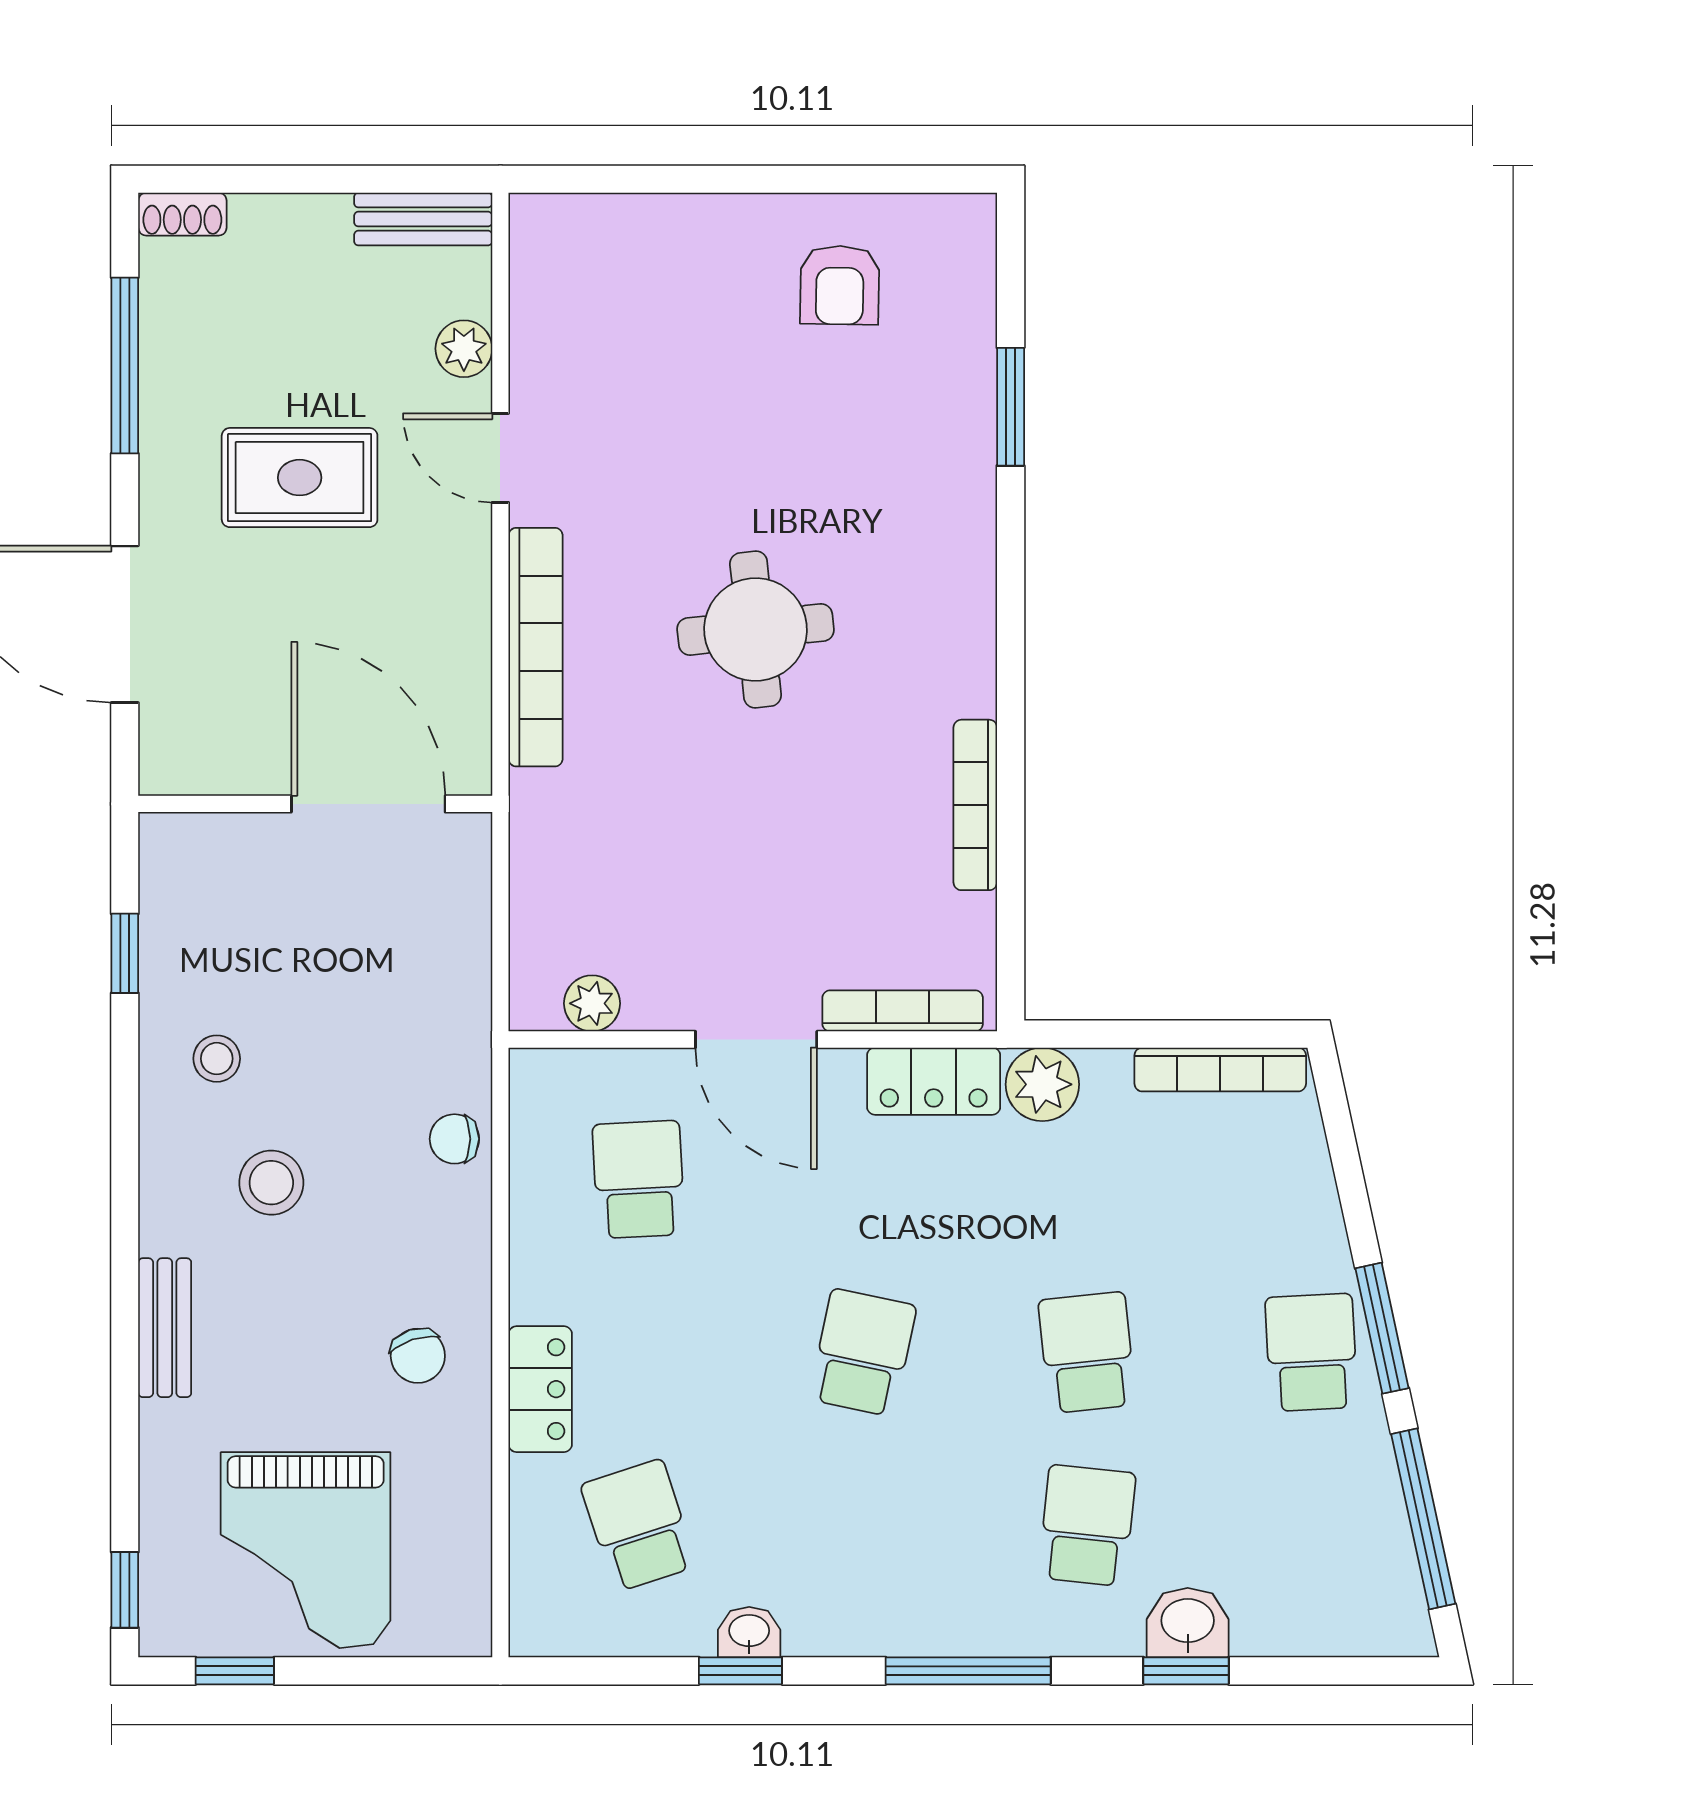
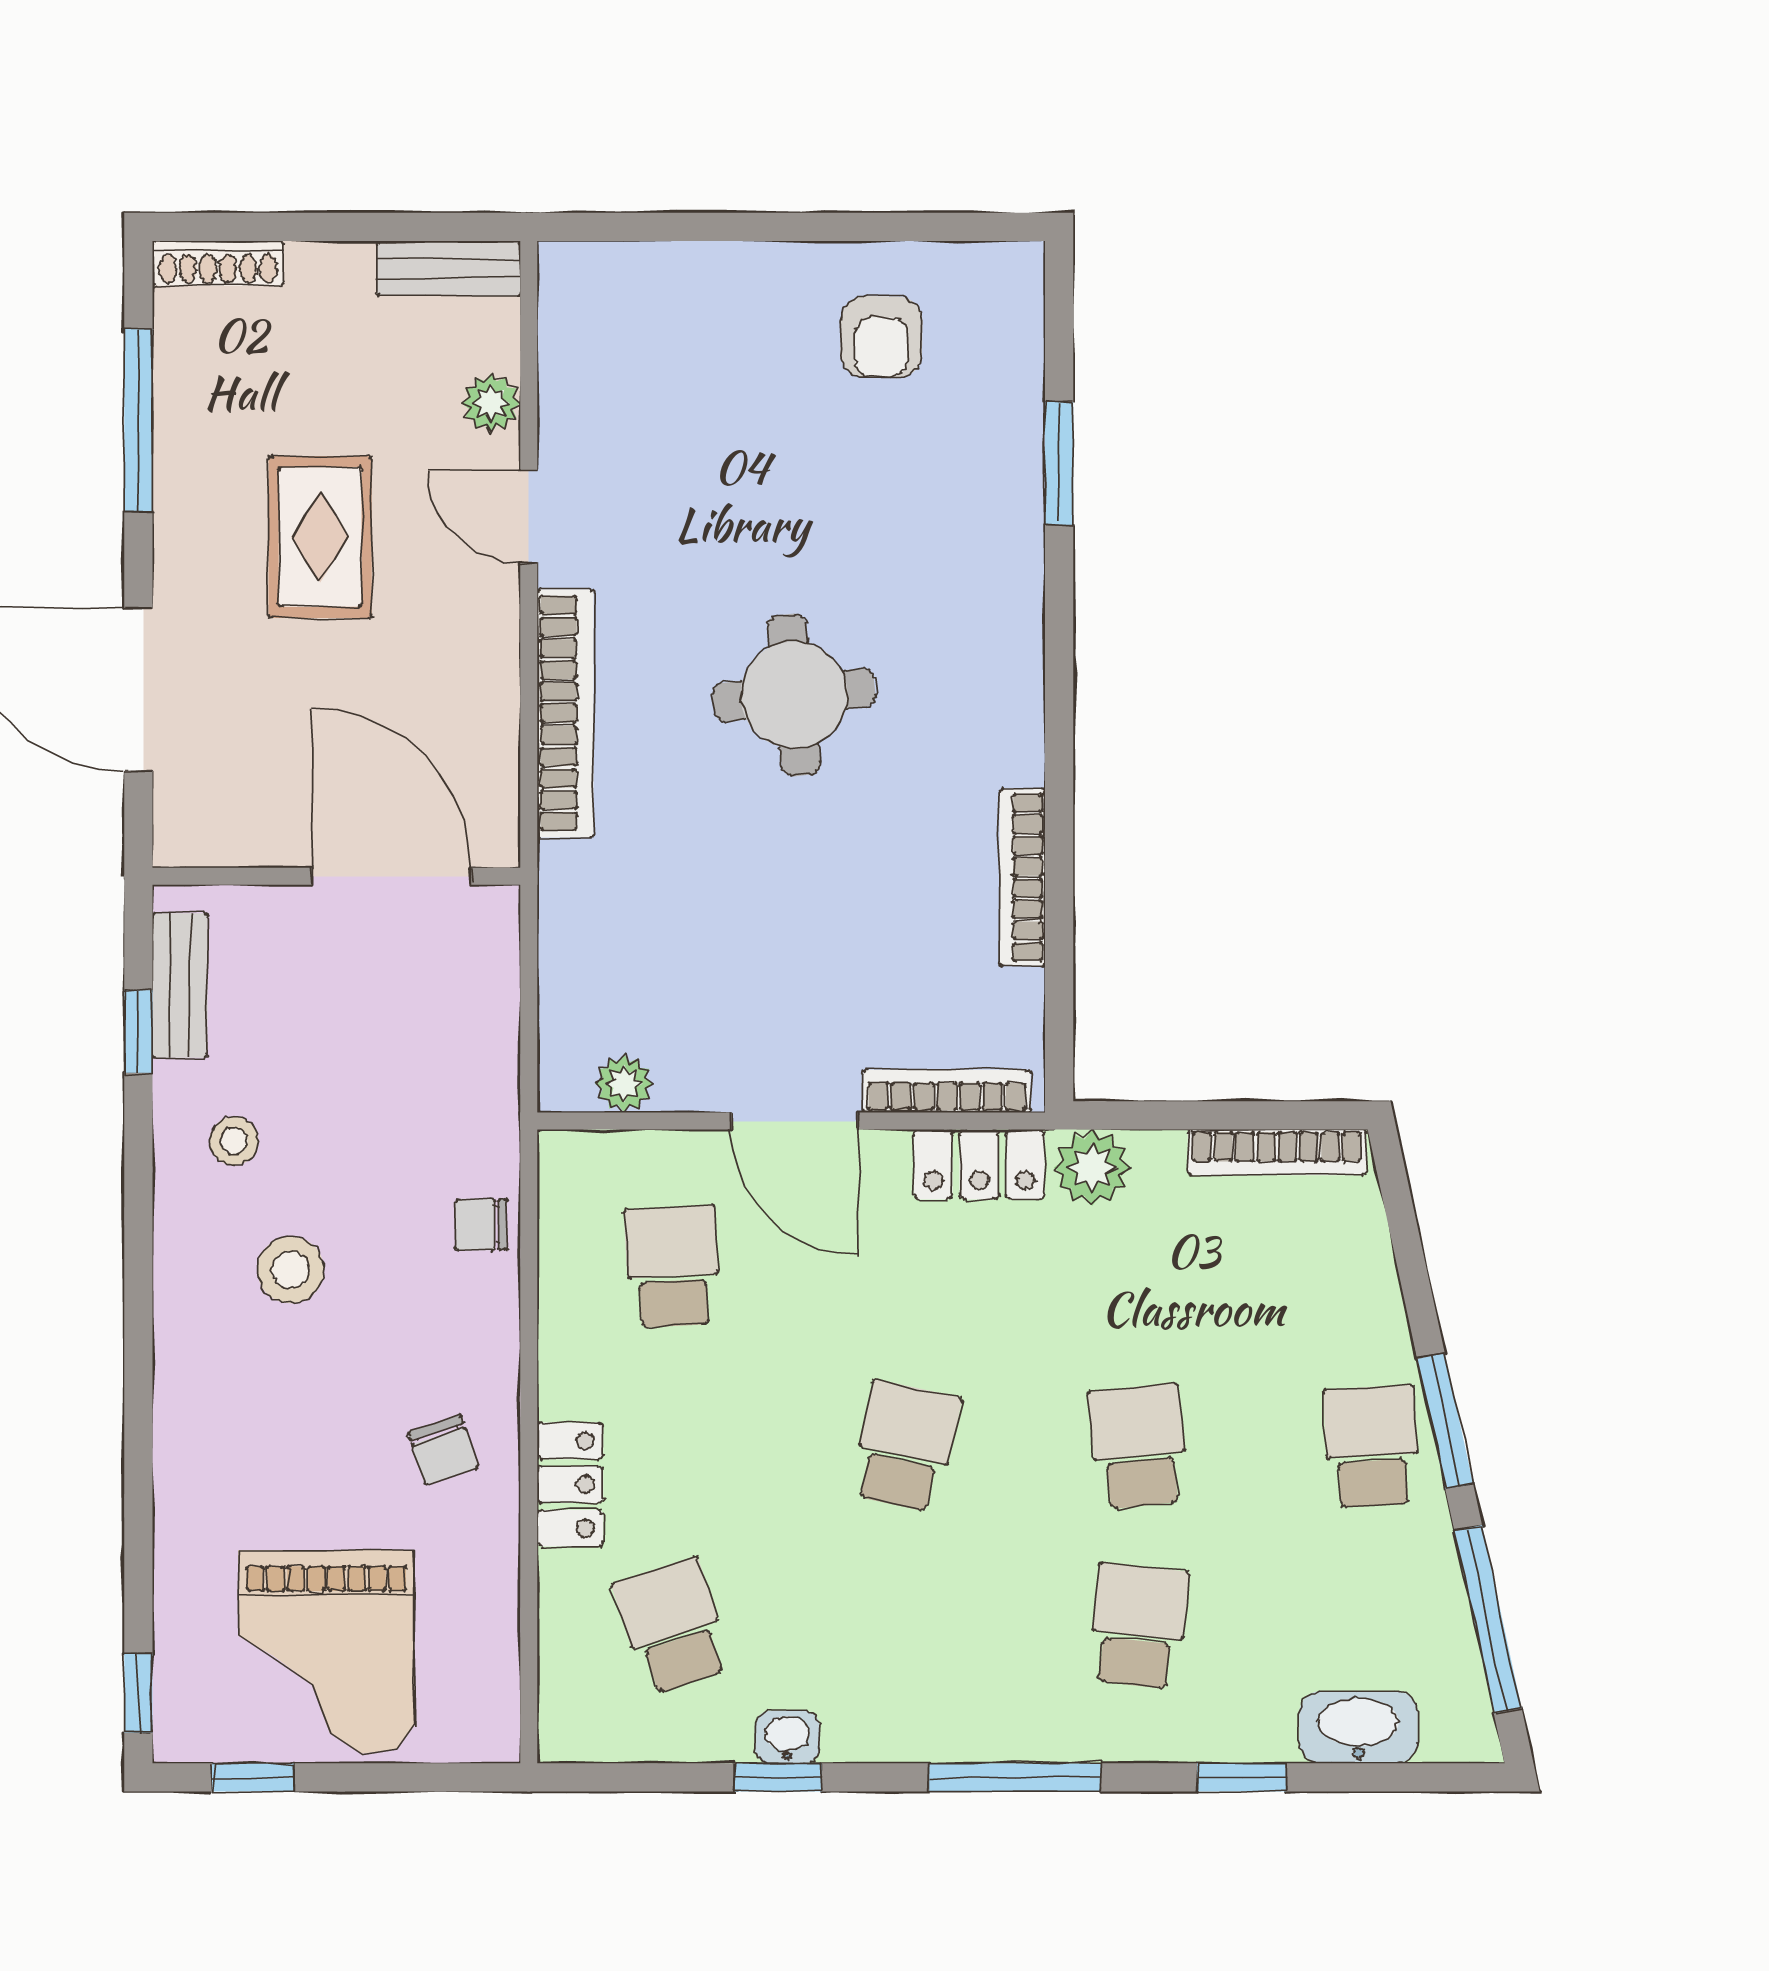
shoe rack: (182, 214) -> (218, 263), width x1.43
rug: (300, 478) -> (320, 537), turned 90
bench: (165, 1328) -> (180, 985), moved
washbasin: (1188, 1623) -> (1358, 1727), moved, width x1.38

